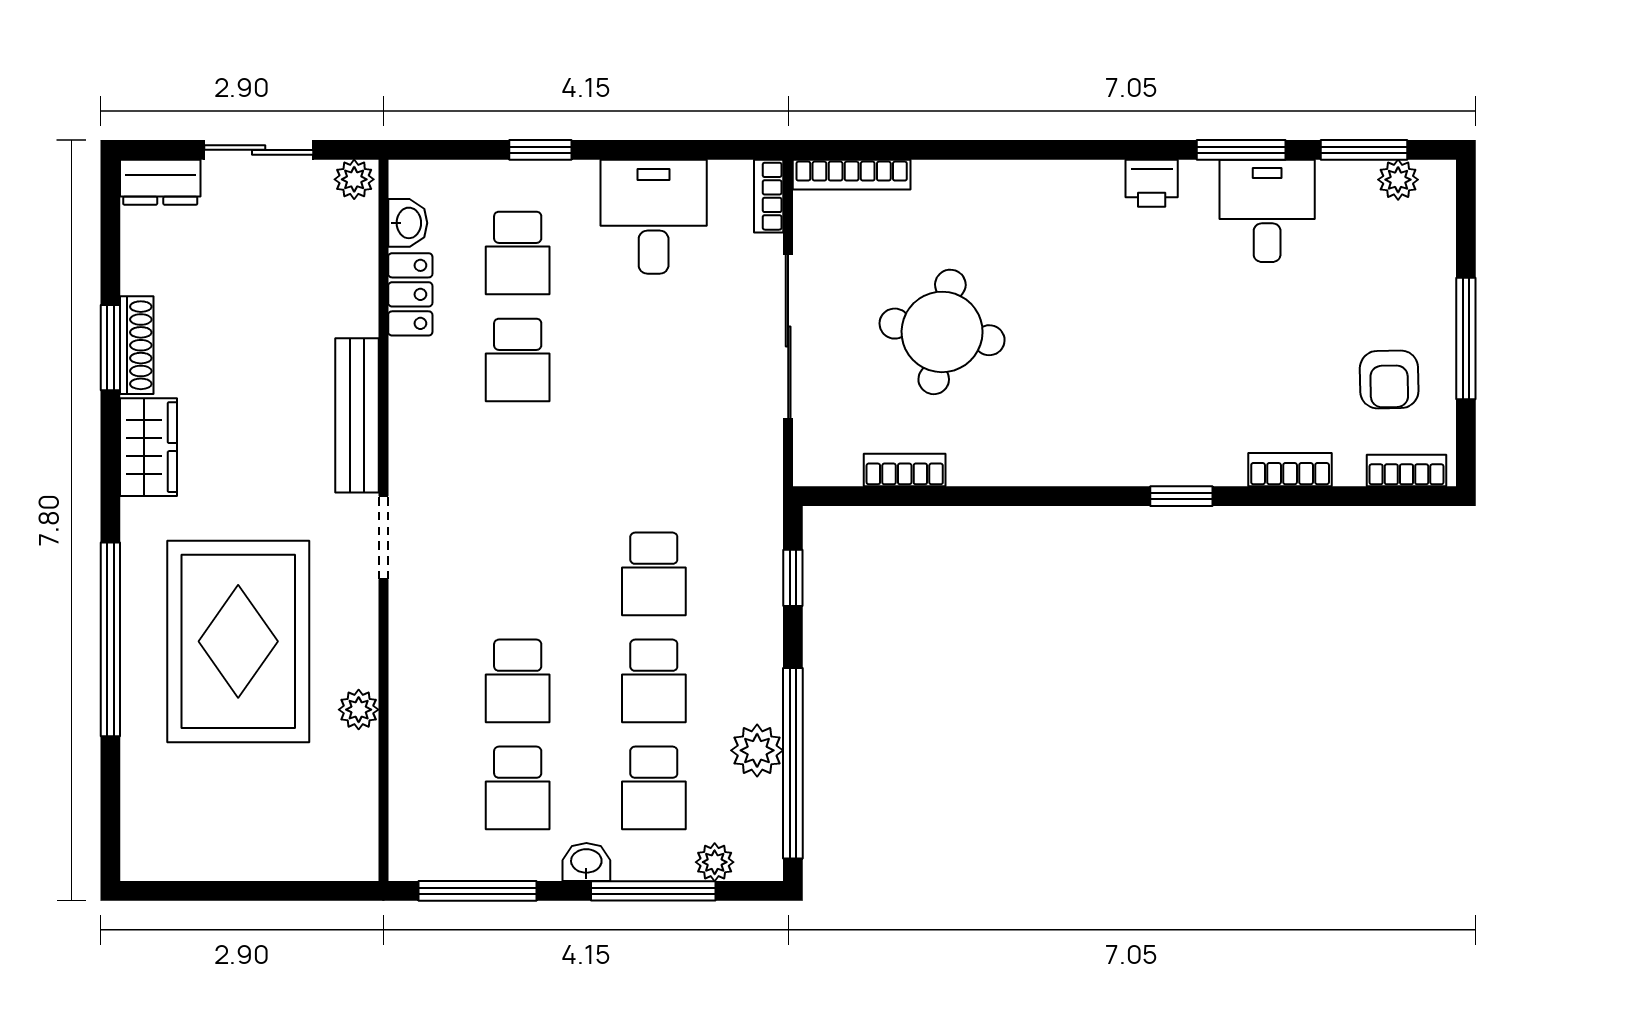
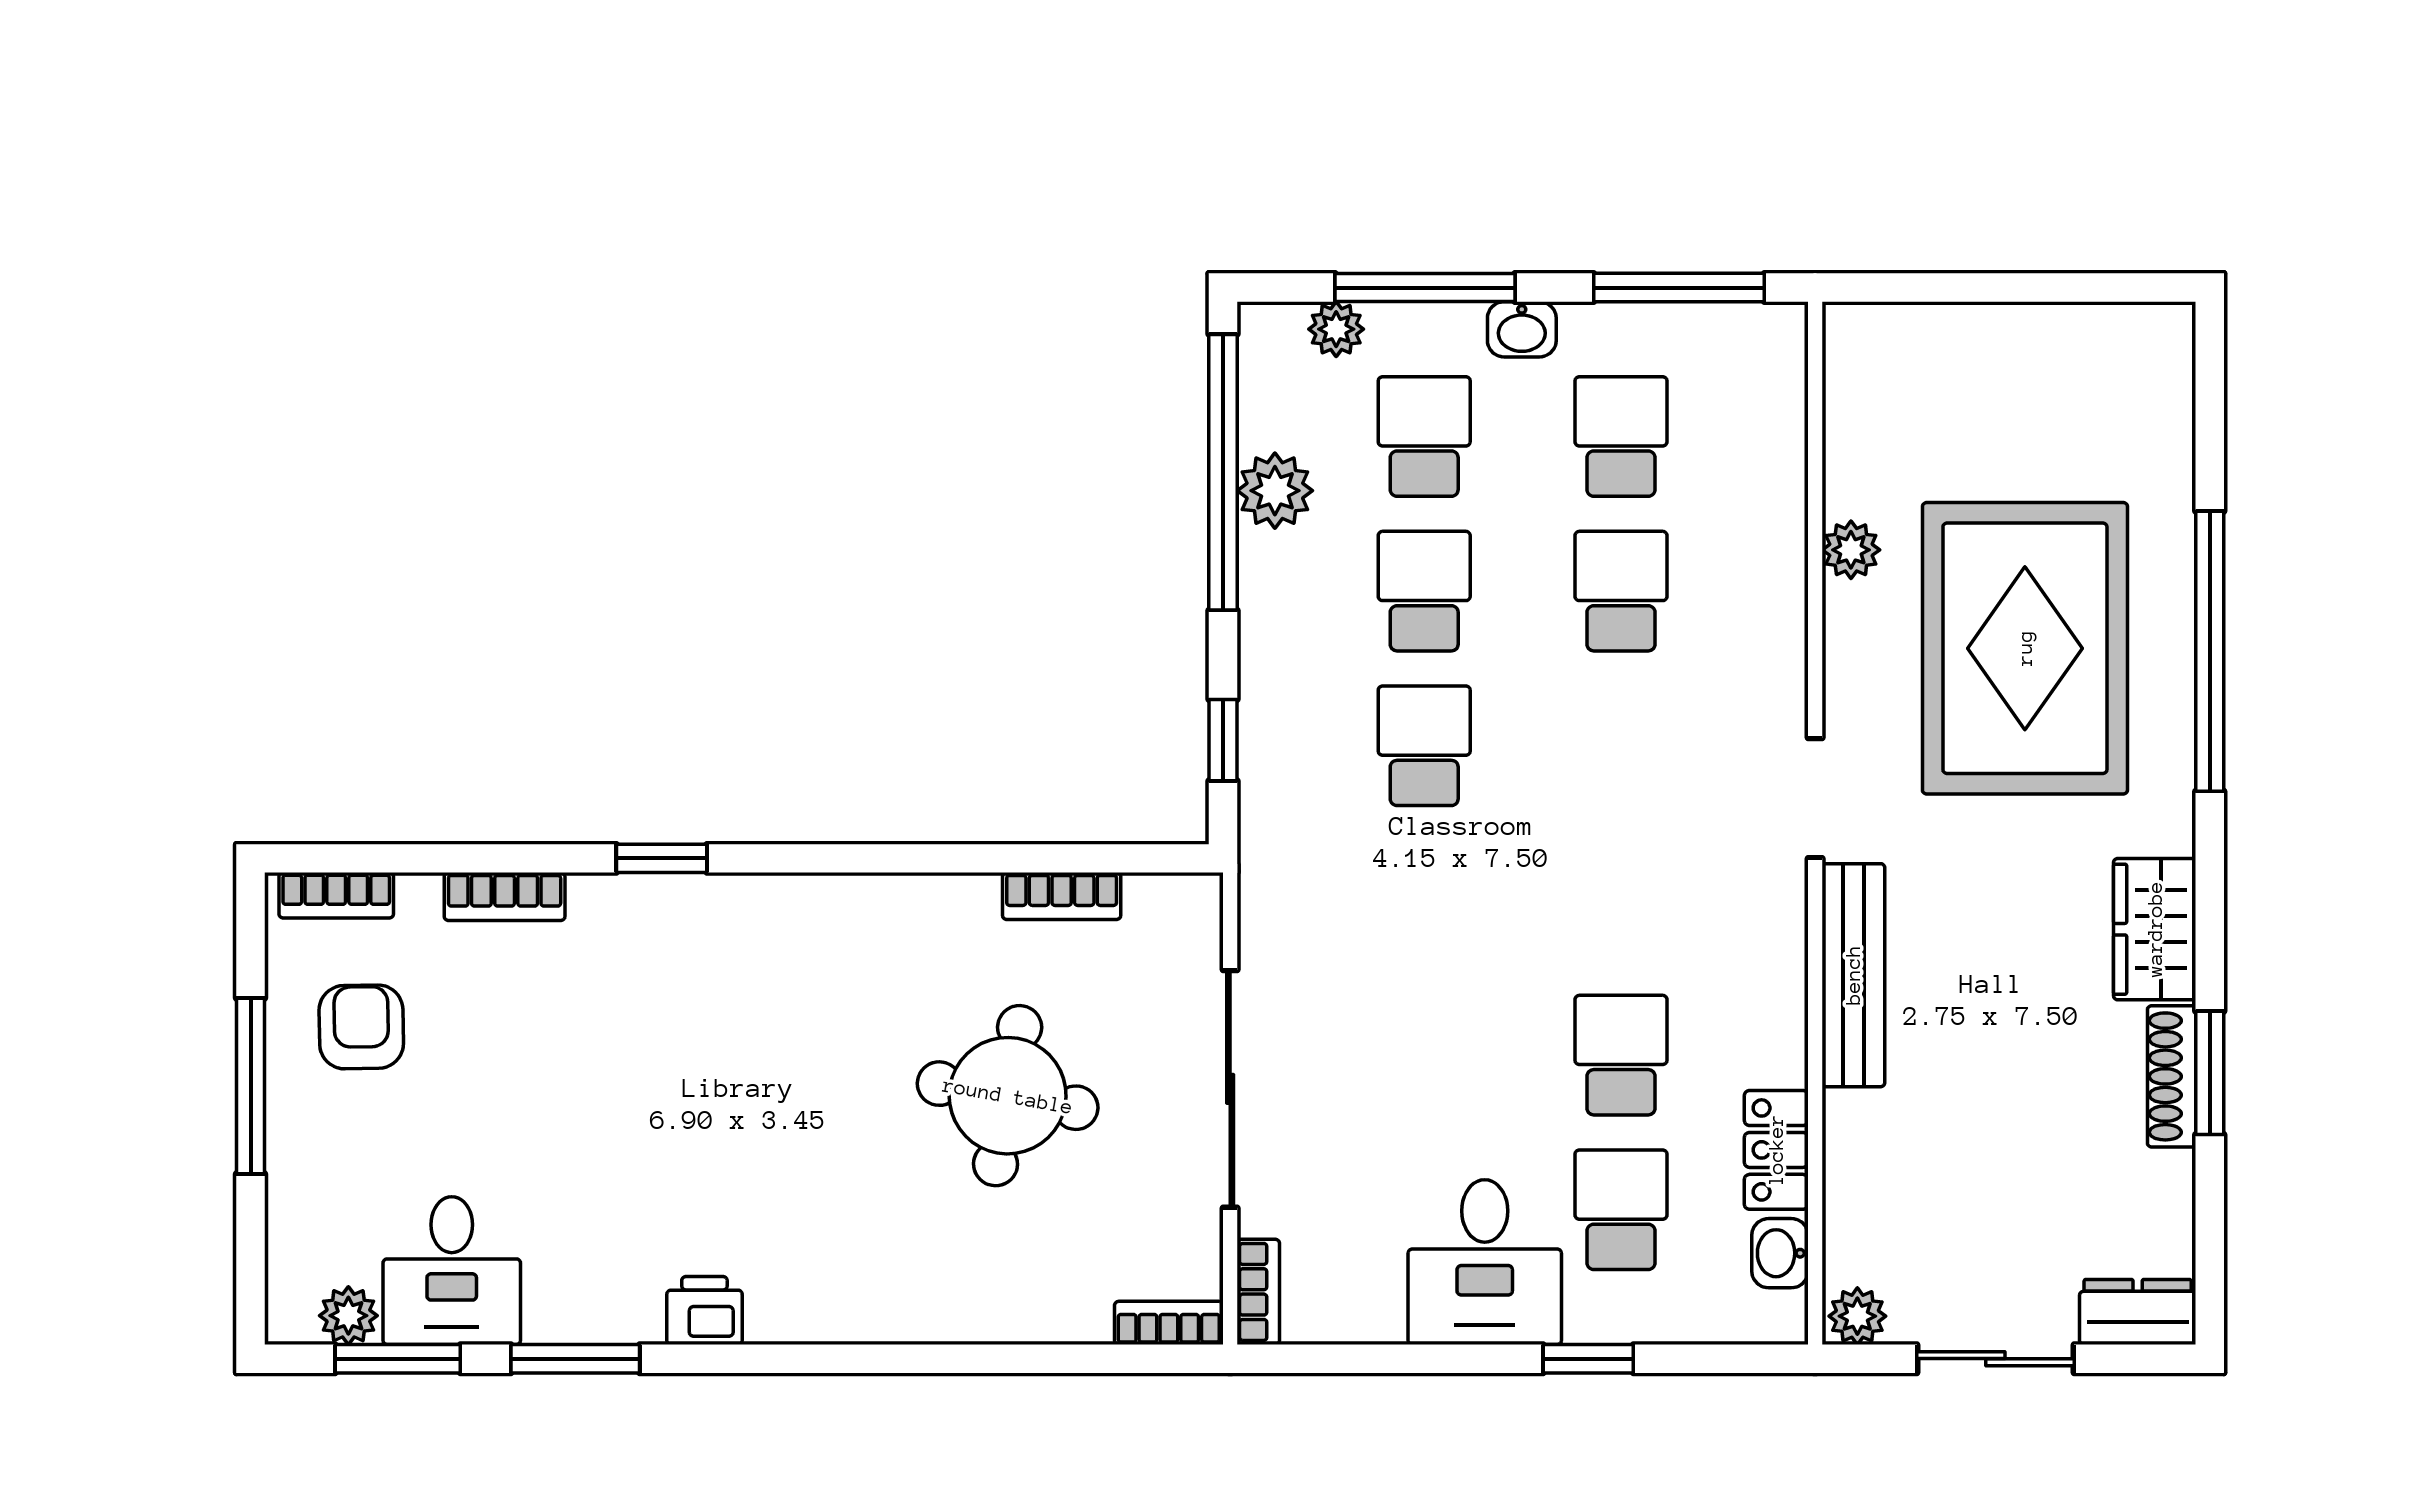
bookcase: (852, 175) -> (1169, 1323), width x0.64
desk: (1267, 211) -> (452, 1271), moved
desk: (654, 217) -> (1485, 1262), moved

